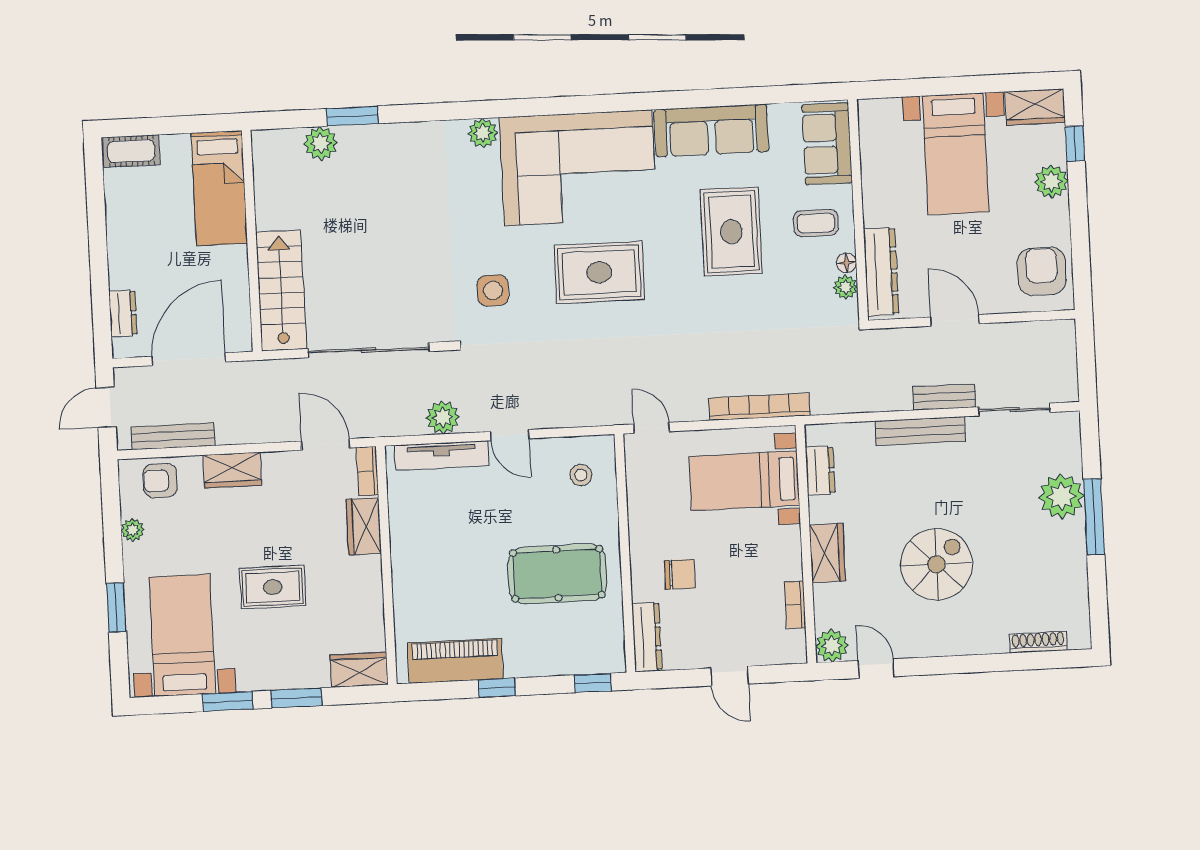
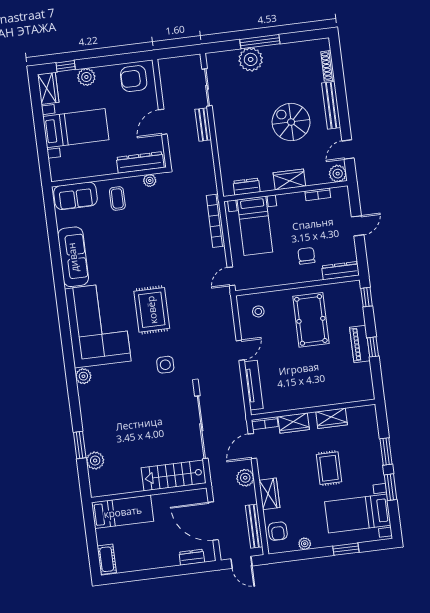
rug: (731, 232) -> (125, 242), removed
floor lamp: (846, 263) -> (137, 181), removed
plant: (443, 417) -> (245, 478), moved
bench: (920, 431) -> (331, 105), moved
piano: (455, 661) -> (360, 344), moved, width x0.73, depth x0.75
wardrobe: (359, 670) -> (332, 418), moved, turned -90

